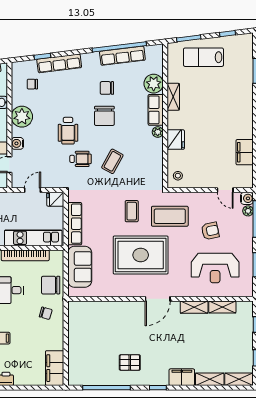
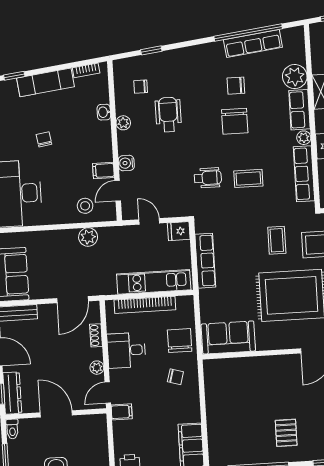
row of seats: (59, 63) -> (304, 174), moved, turned 97
plant: (22, 117) -> (123, 123), width x0.53, depth x0.53
wheelchair: (68, 131) -> (168, 115), moved, turned 180
coffee table: (112, 161) -> (248, 178), turned 61
door: (33, 190) -> (149, 221), hinge flipped
sofa: (80, 267) -> (228, 338), moved, turned -90
chair: (51, 285) -> (180, 341), turned 90
pallet: (130, 362) -> (286, 433), turned 90

